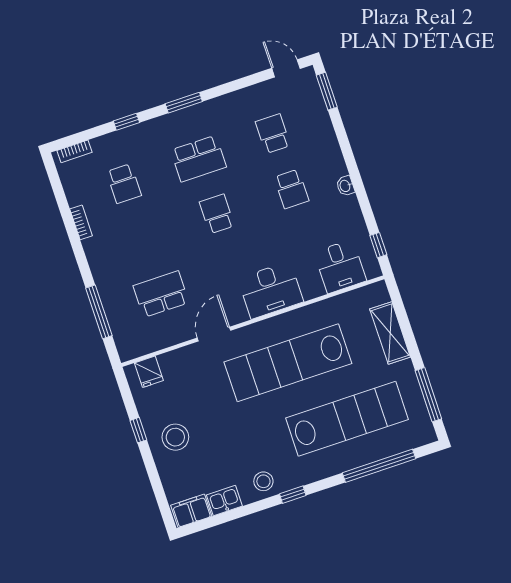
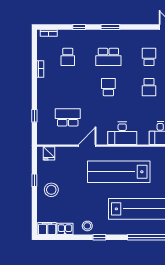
window: (99, 312) -> (34, 116), width x0.46

